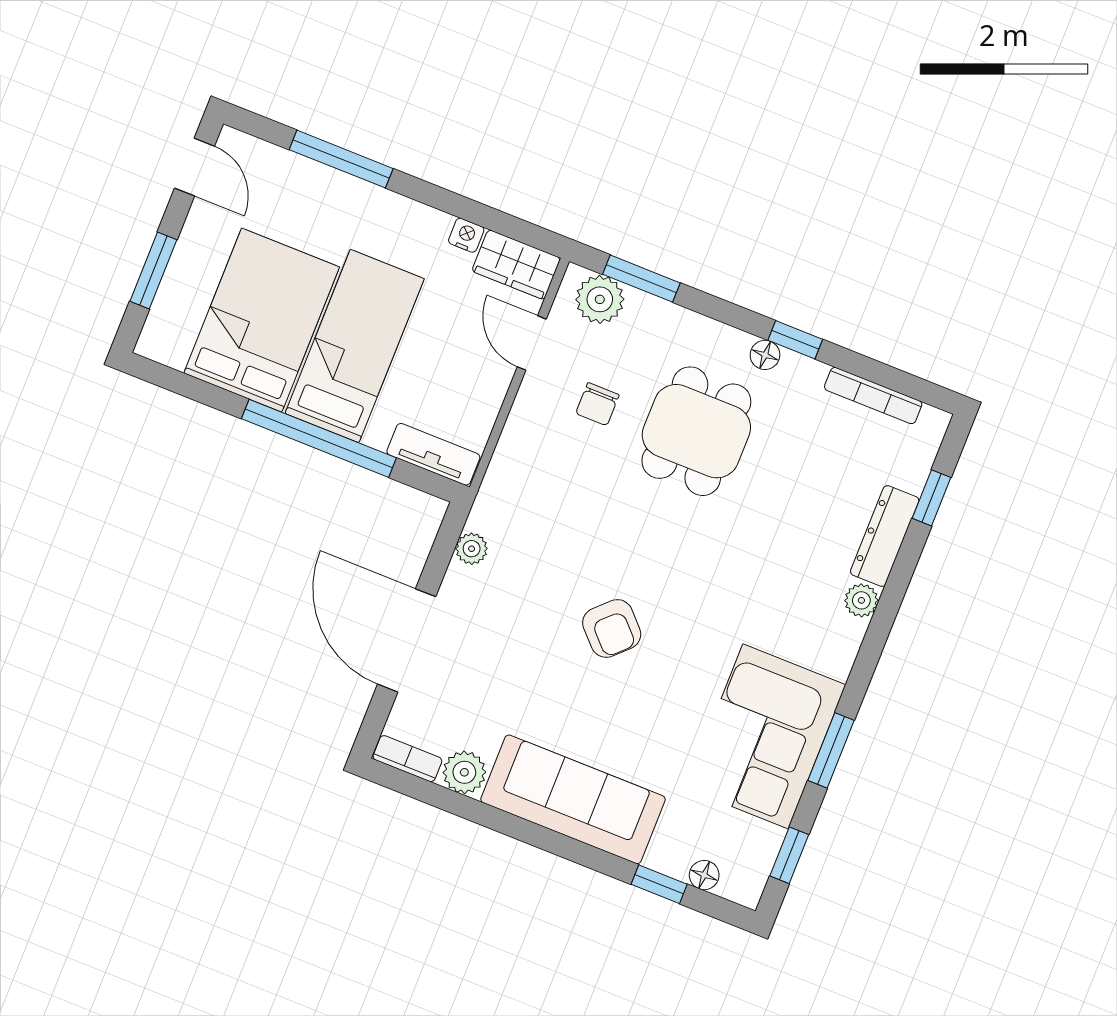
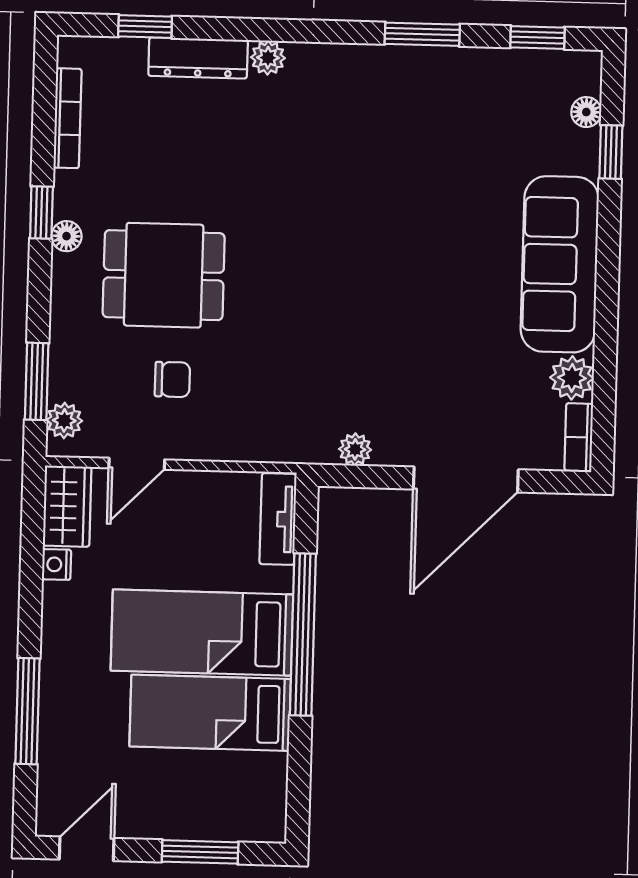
plant: (600, 299) -> (64, 420), width x0.73, depth x0.73
bed: (262, 320) -> (210, 713), width x0.67
armchair: (612, 628) -> (382, 287), removed
corner sofa: (766, 736) -> (432, 102), removed

